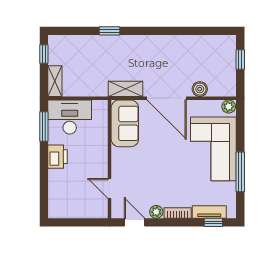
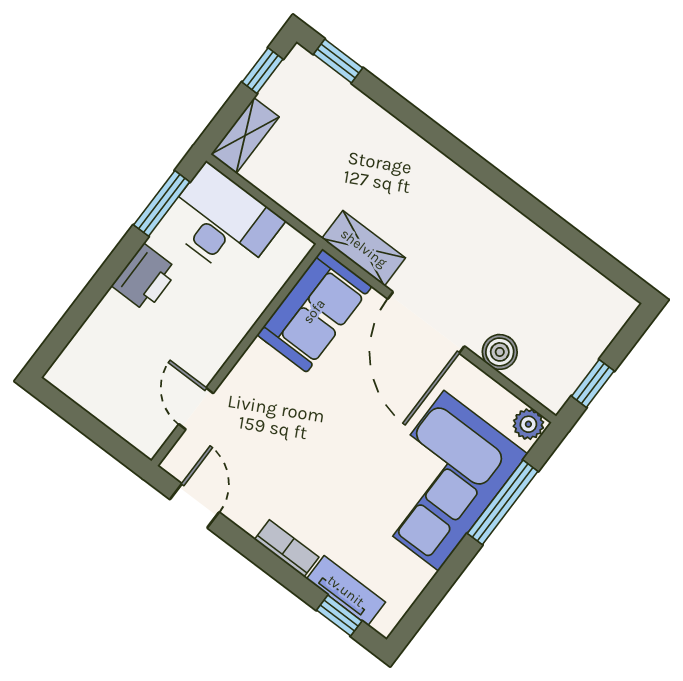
window: (110, 31) -> (338, 61), moved
window: (240, 60) -> (593, 384), moved
window: (240, 172) -> (503, 502), moved
plant: (156, 212) -> (249, 517), removed

